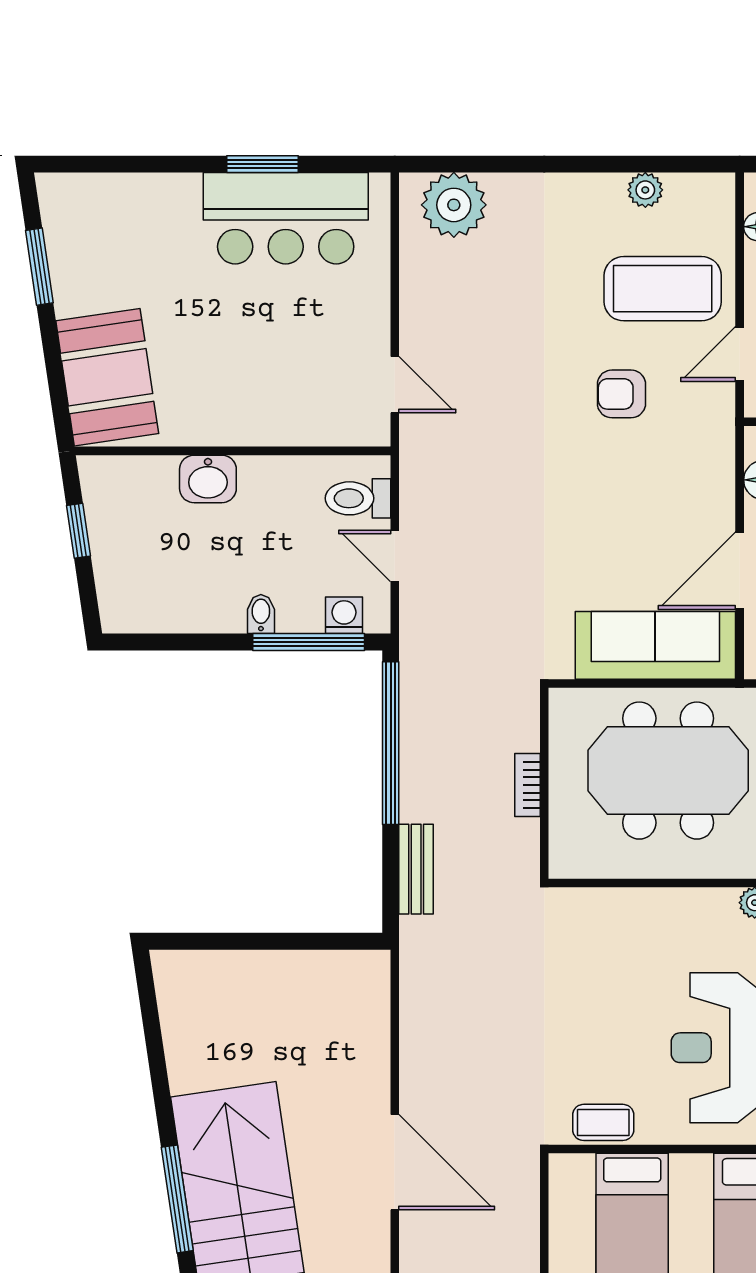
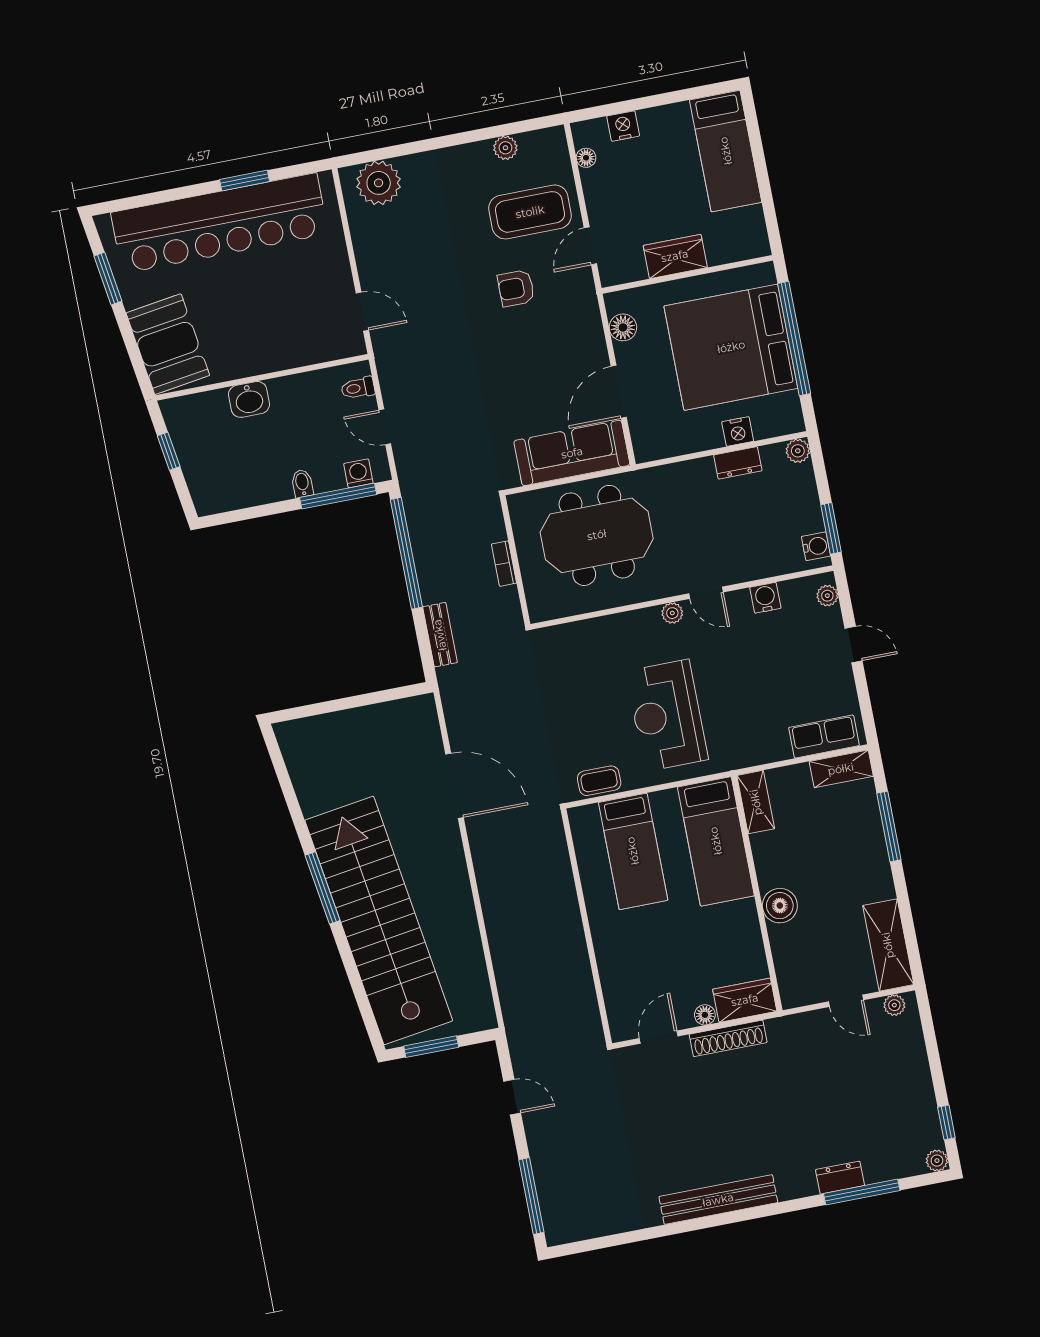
bar counter: (286, 218) -> (220, 223), width x1.86
toilet: (358, 498) -> (358, 388), width x0.73, depth x0.72
door: (395, 1162) -> (455, 786), moved

